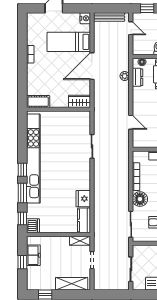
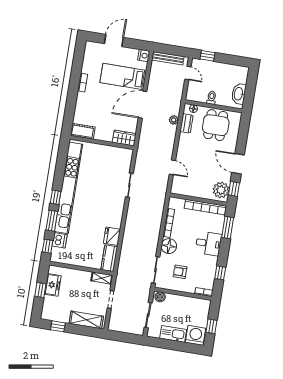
dishwasher: (33, 226) -> (60, 240), moved
boiler: (139, 250) -> (160, 297), added

